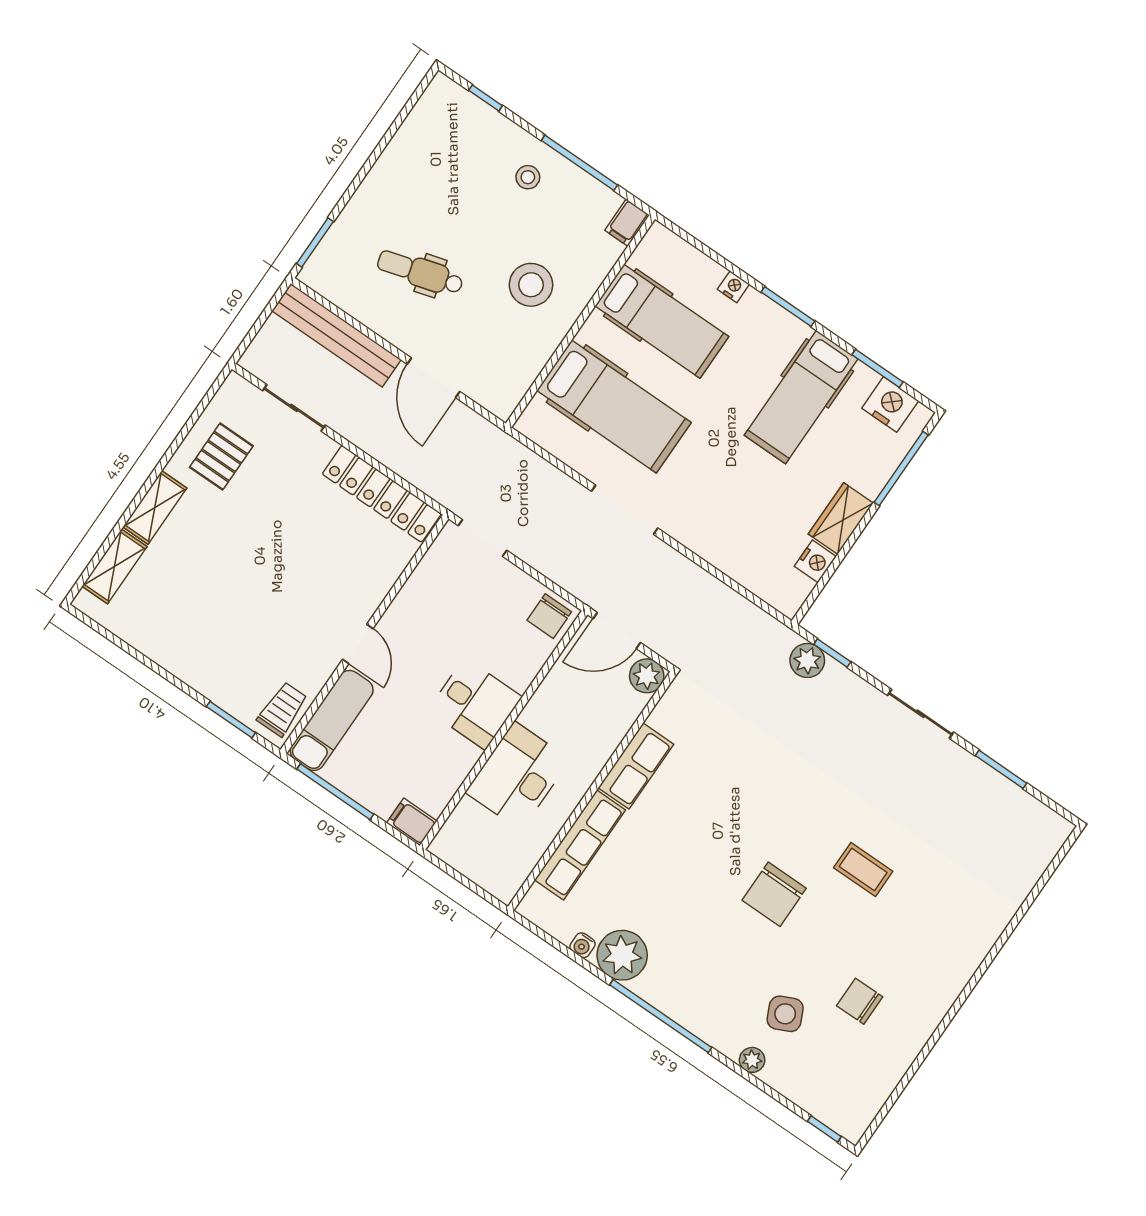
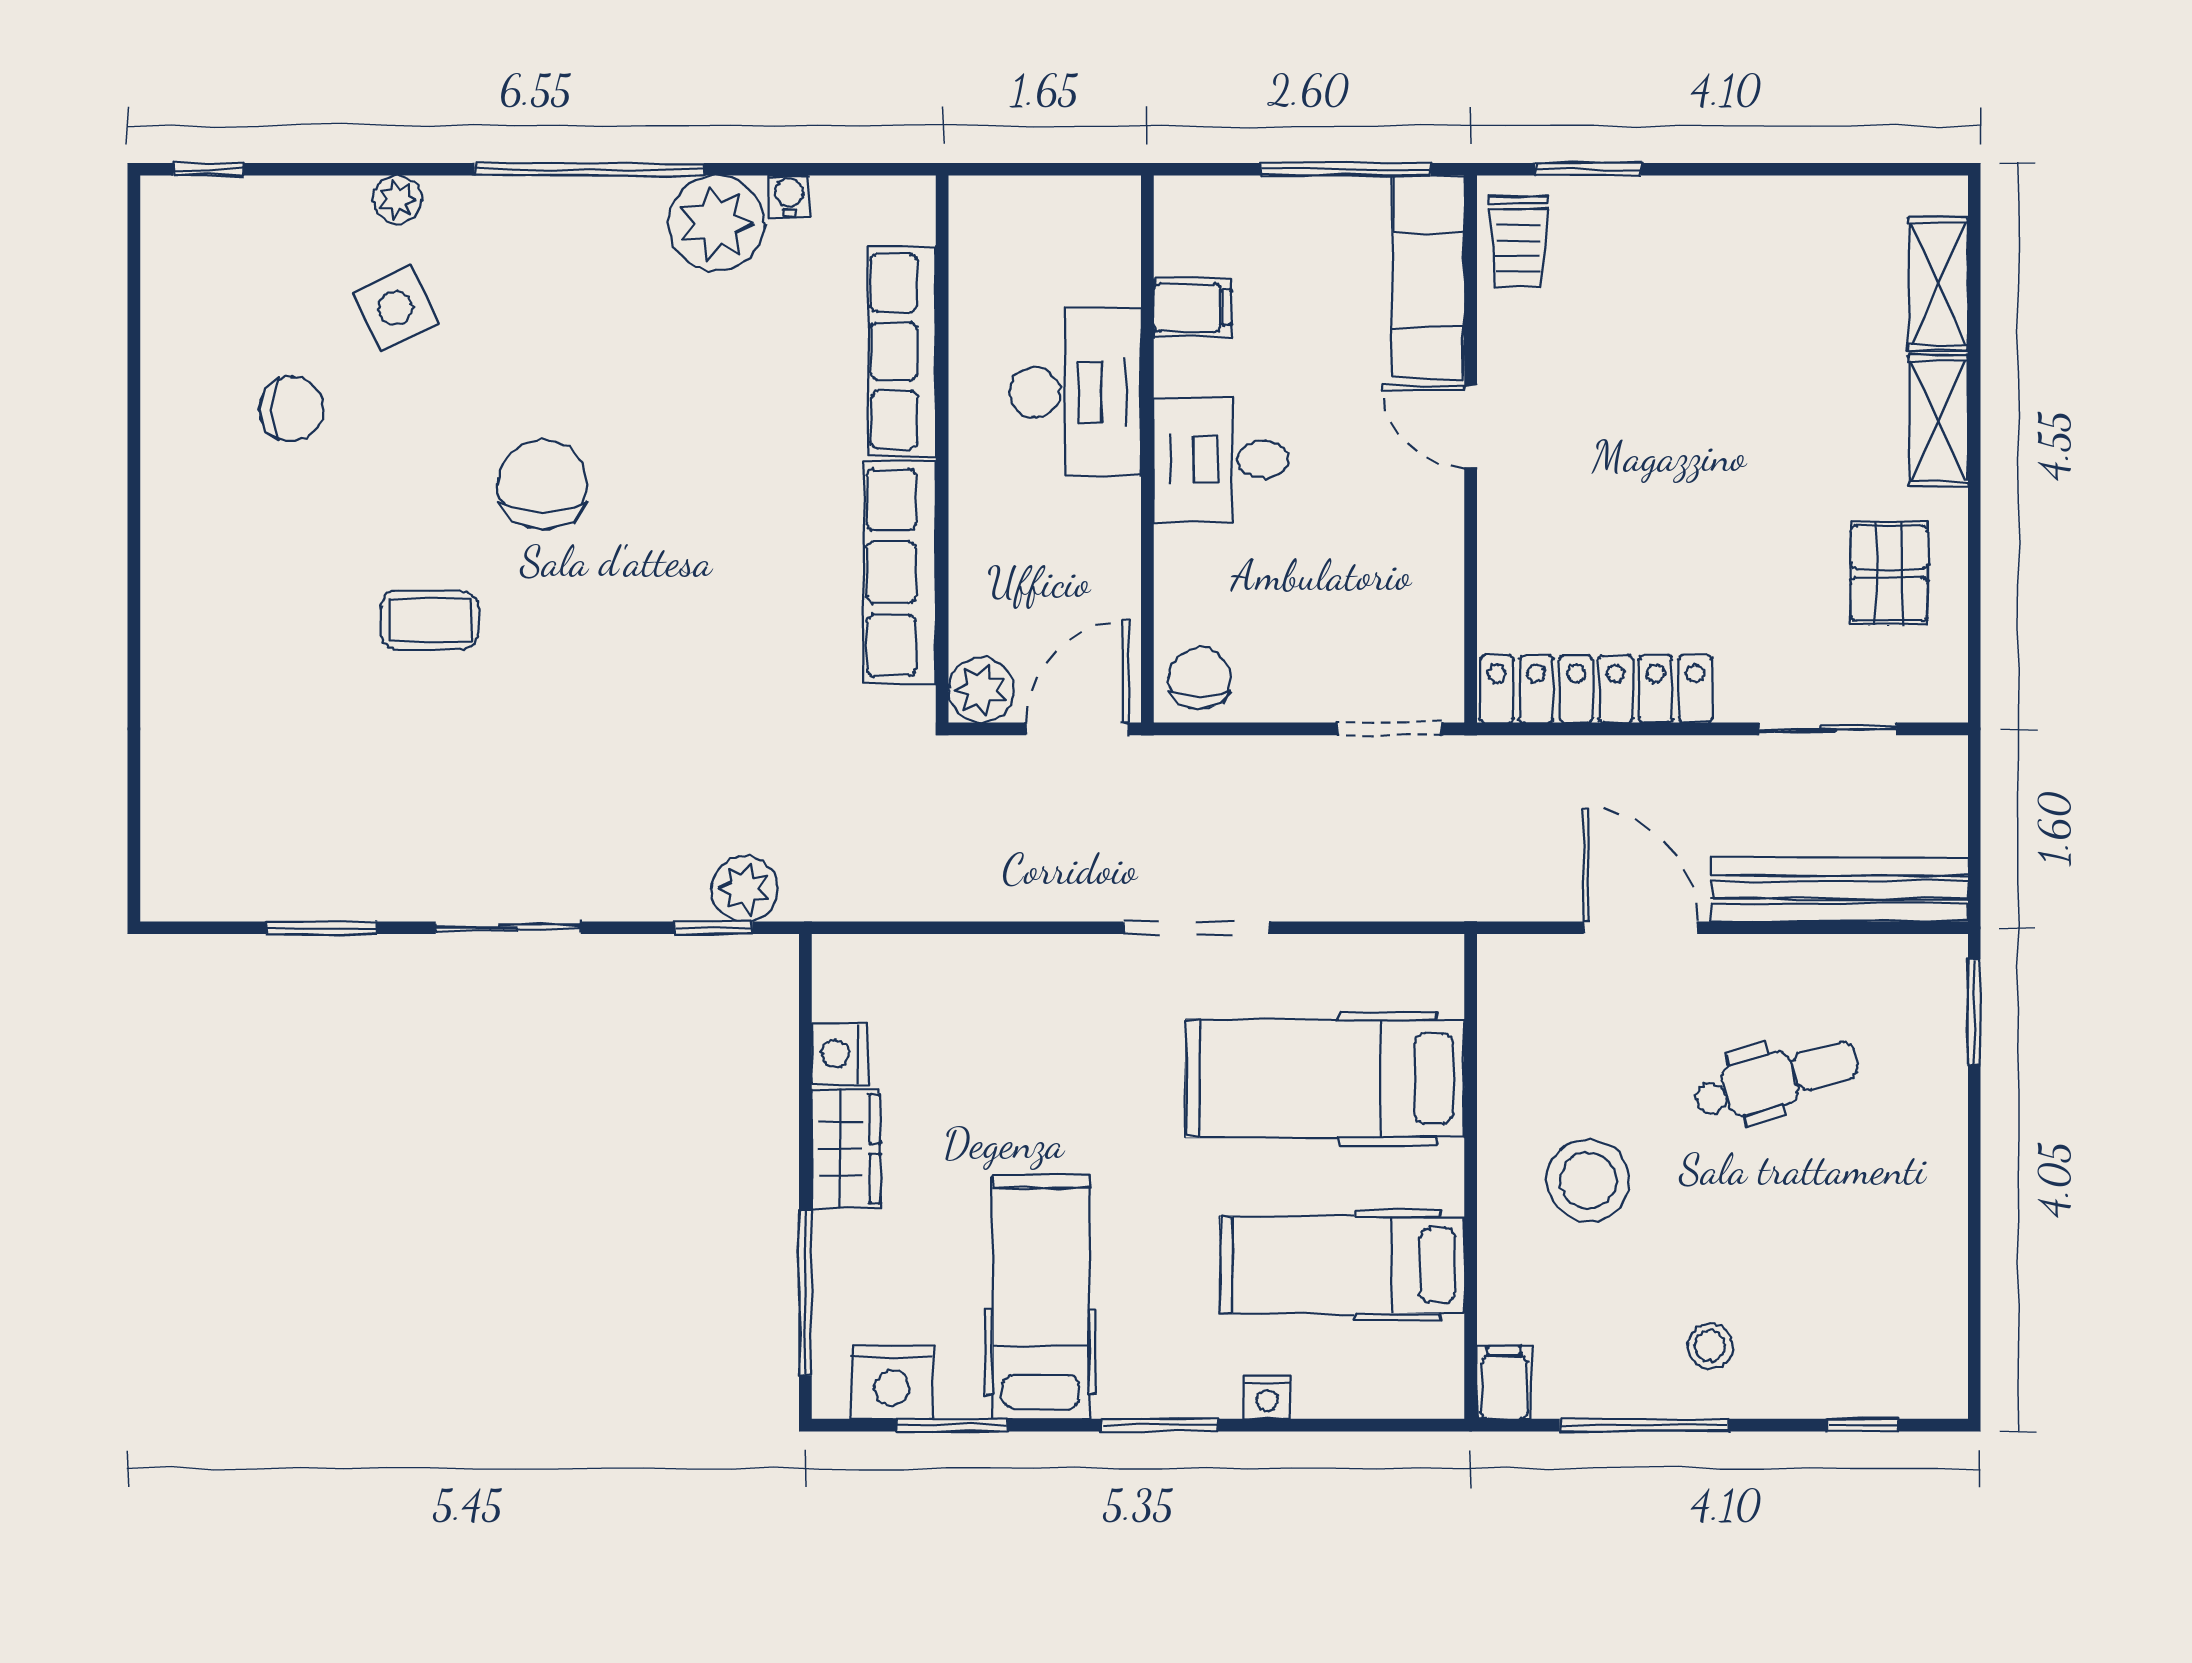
row of seats: (636, 766) -> (900, 572), width x1.48
filing cabinet: (412, 822) -> (1192, 307), moved

